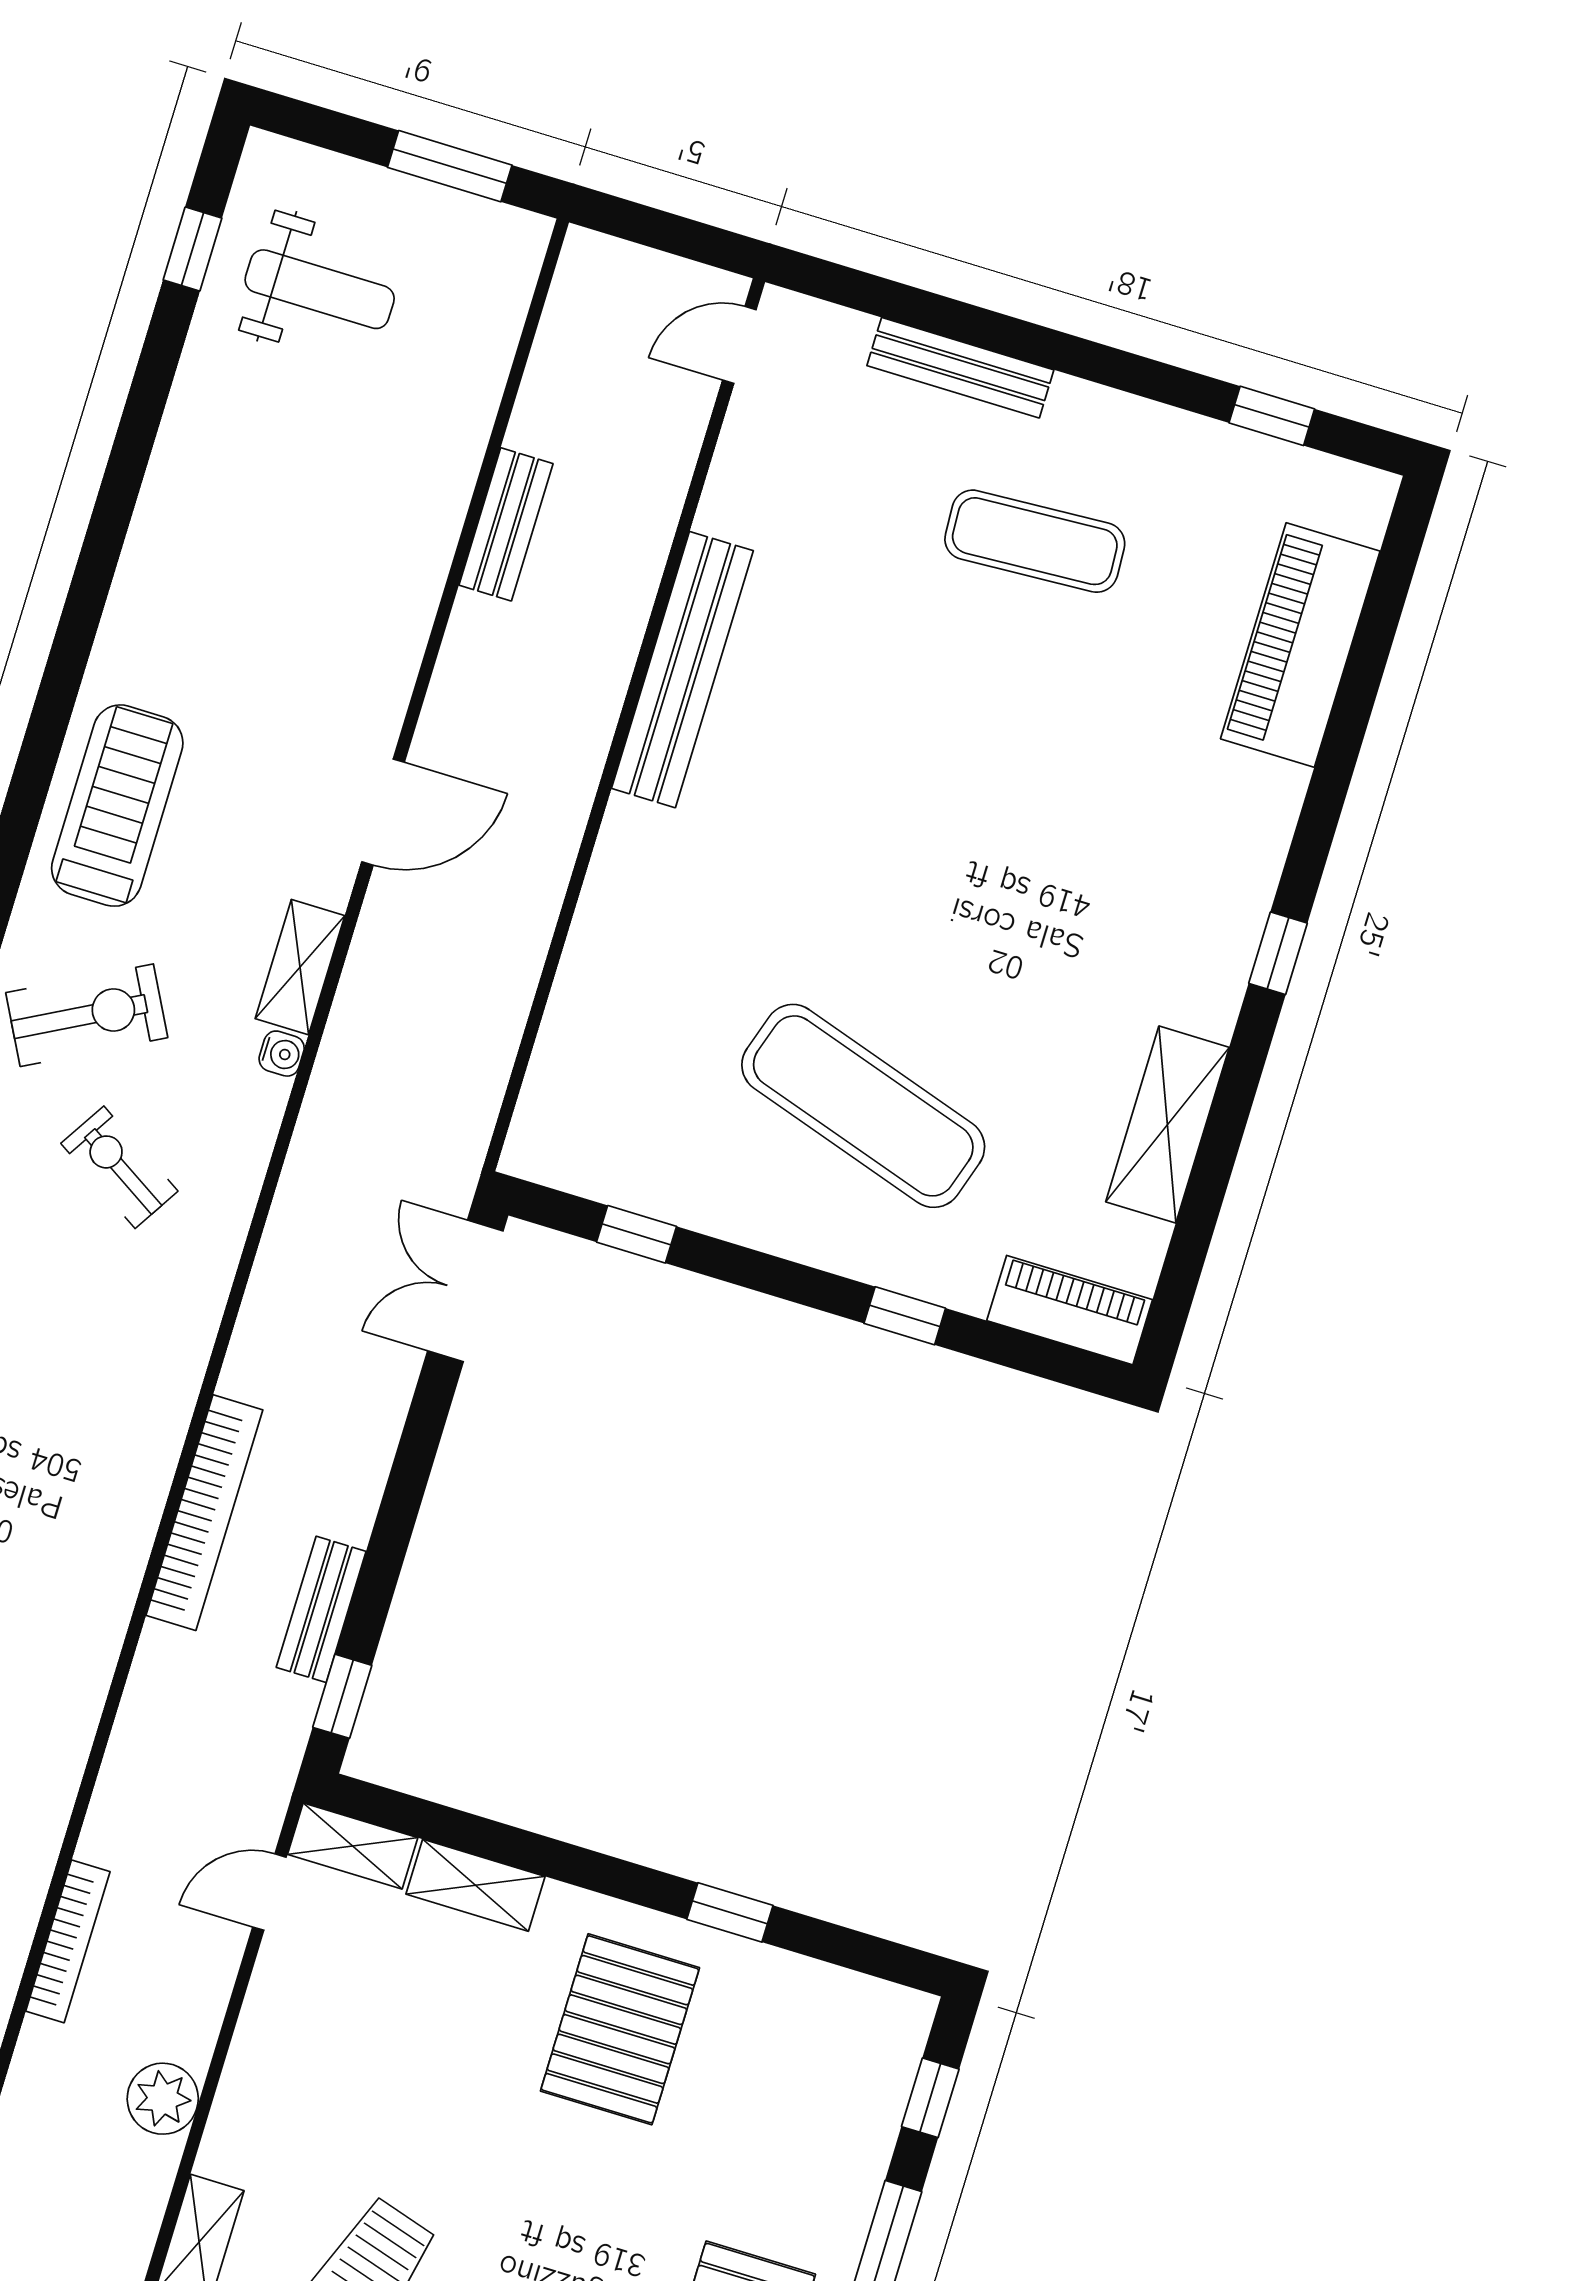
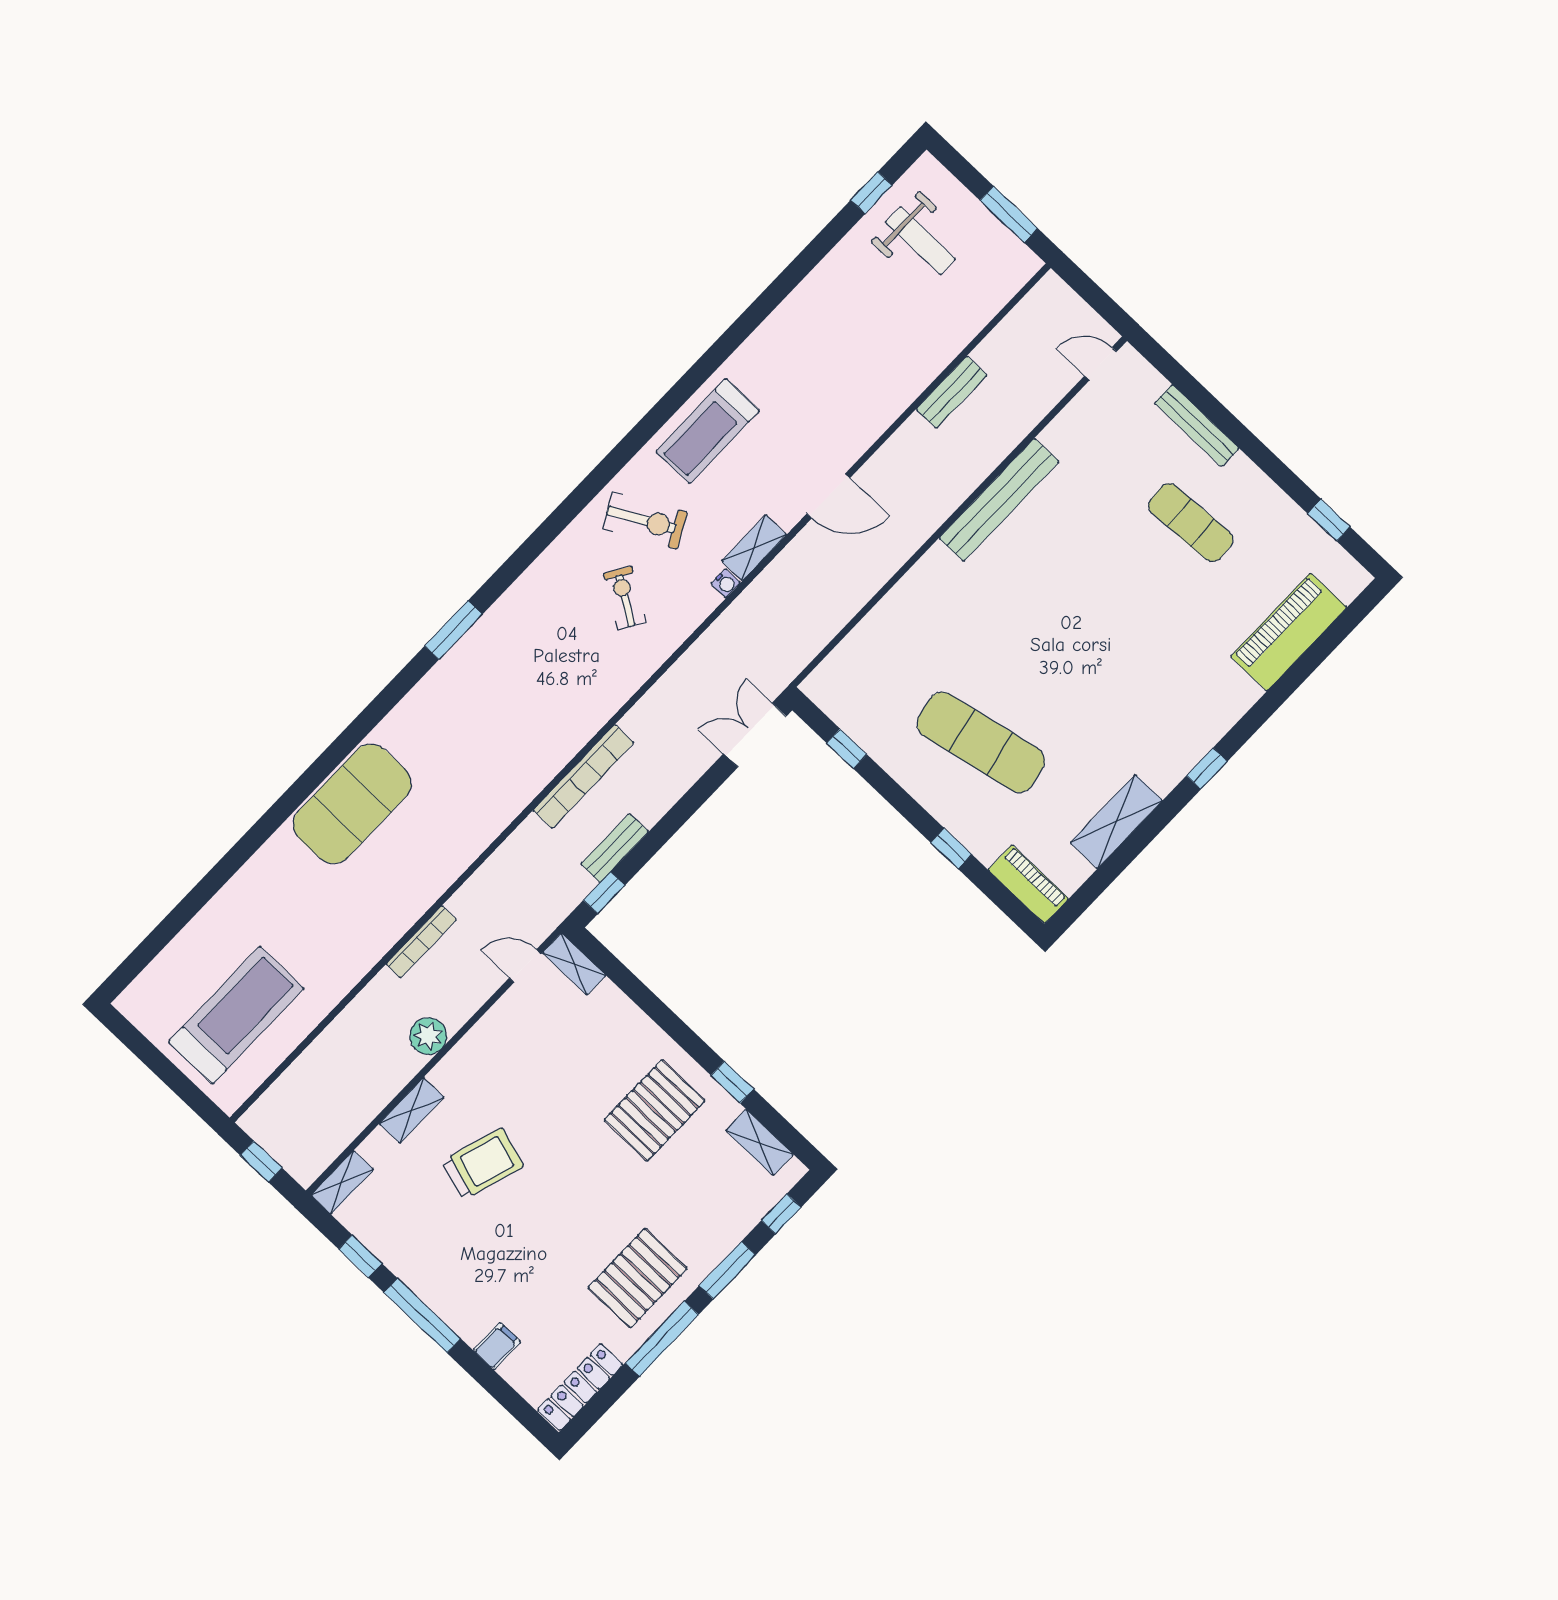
treadmill: (117, 806) -> (708, 431), turned 180
exercise mat: (863, 1106) -> (981, 742), turned -30
shelving: (476, 1885) -> (760, 1142), moved

